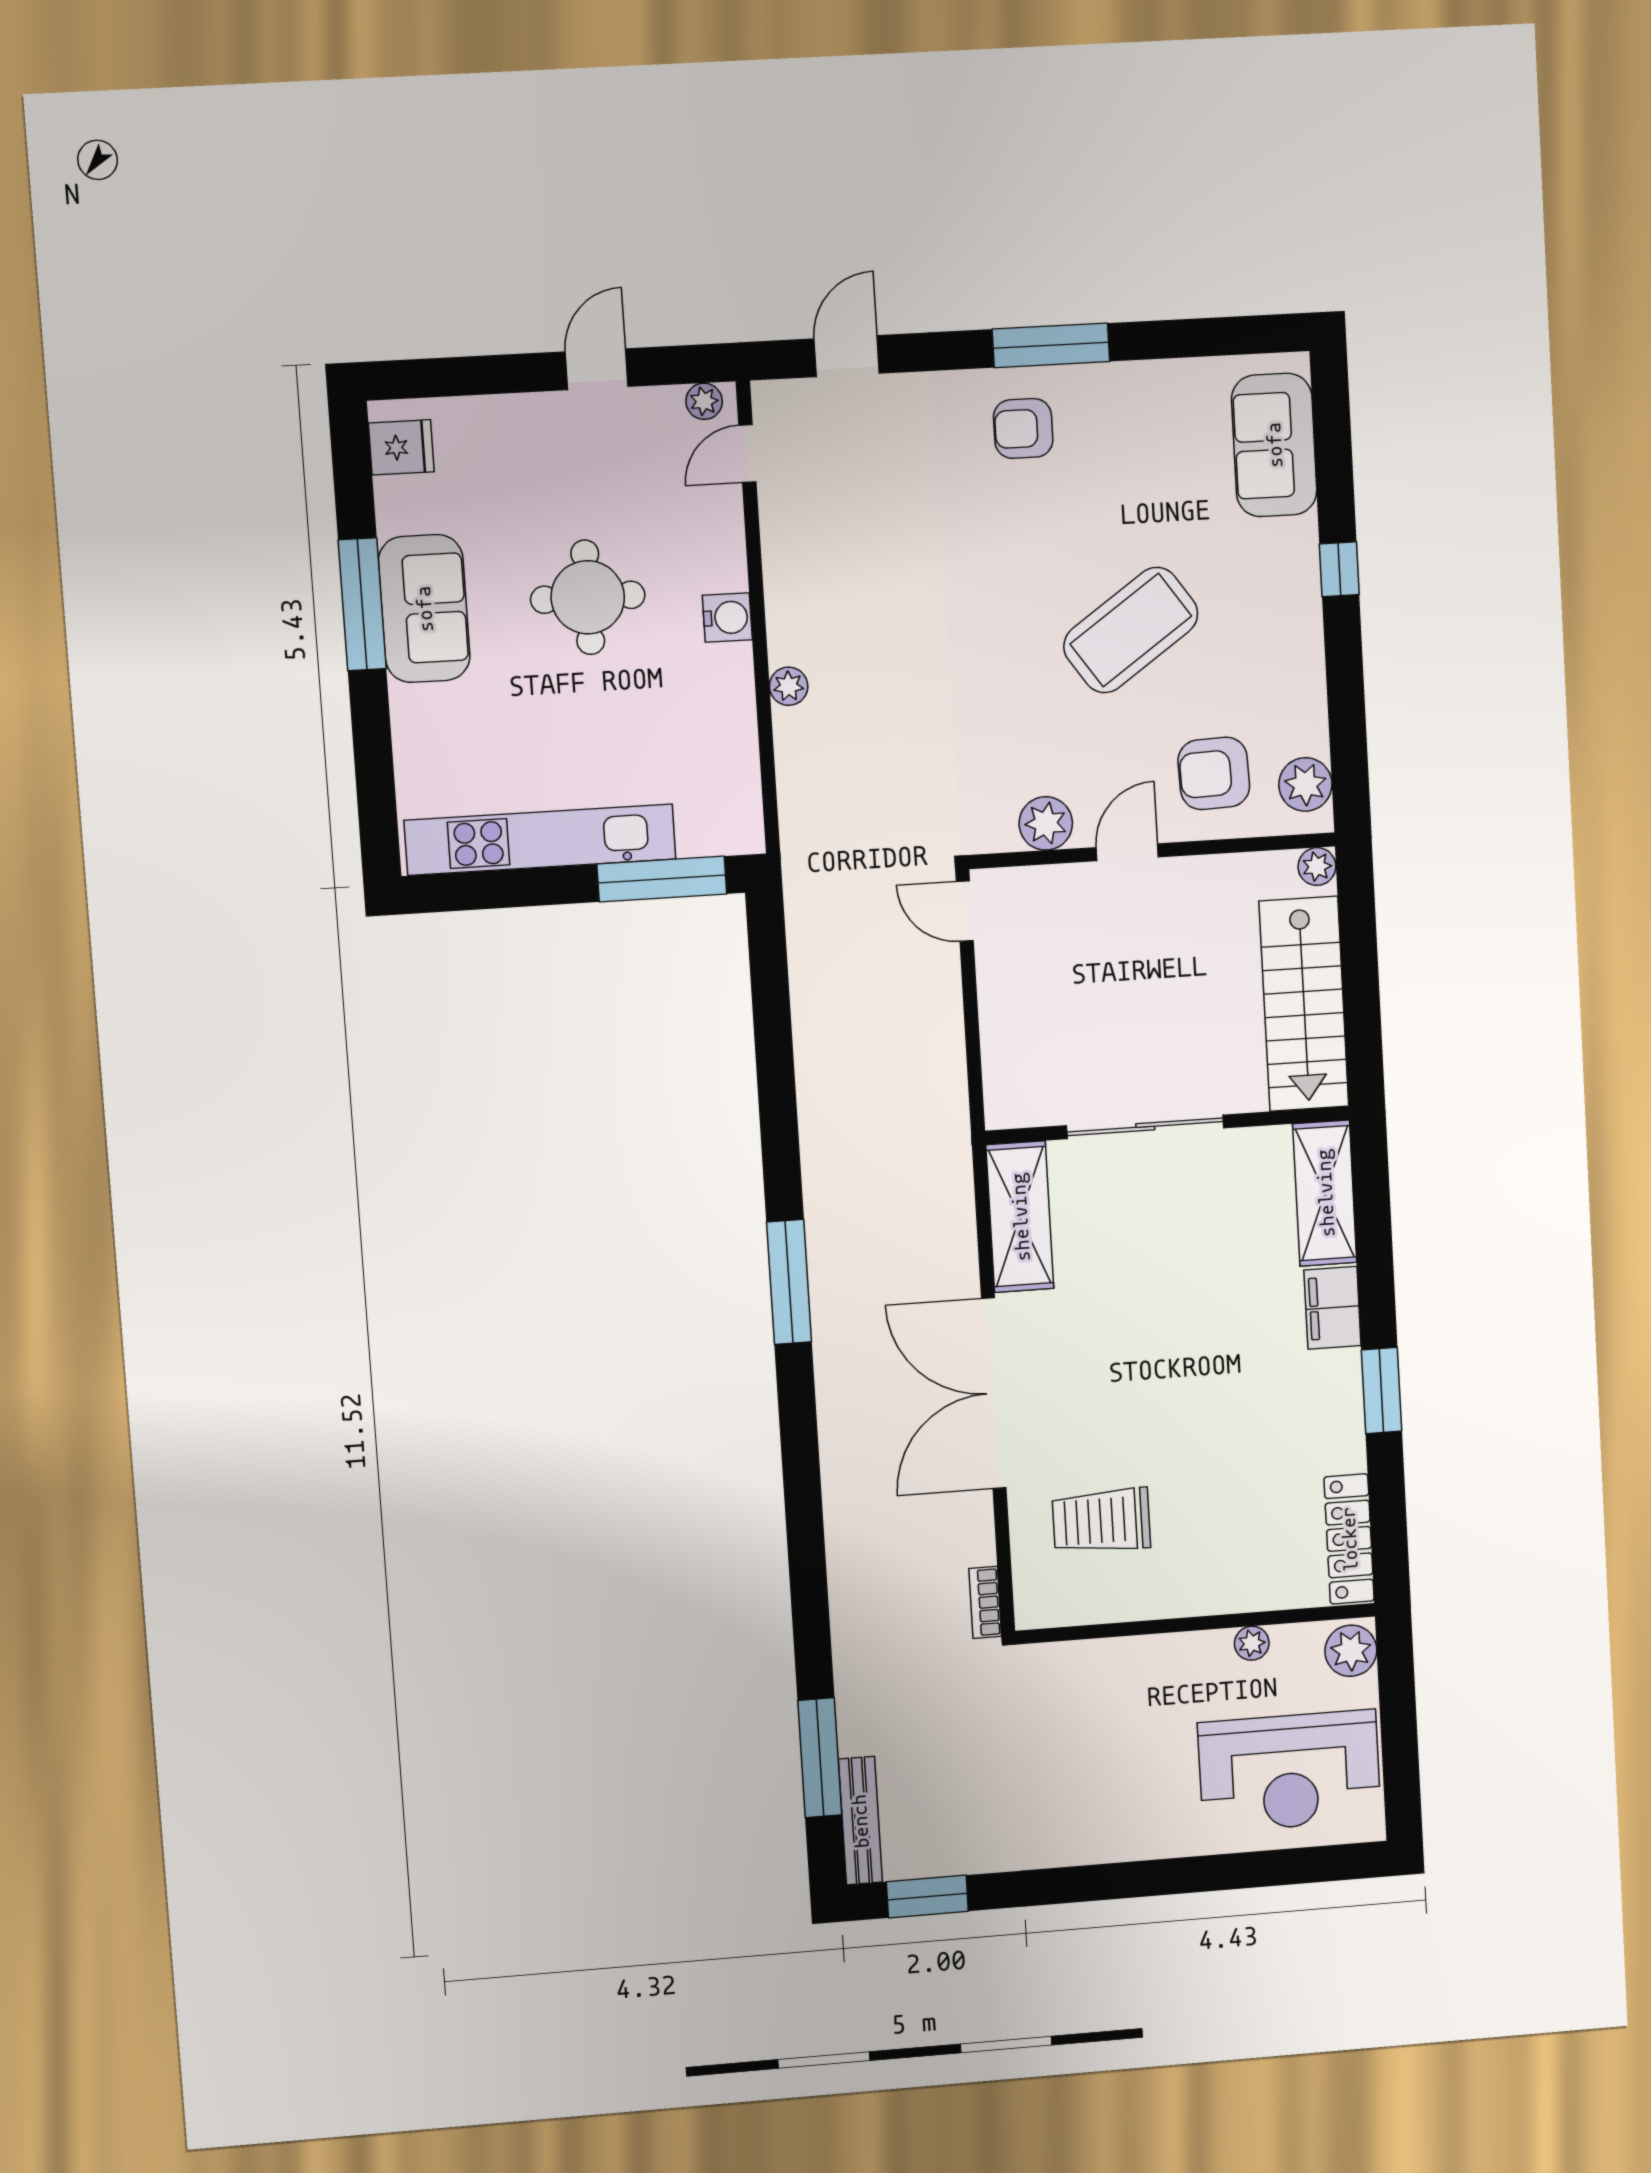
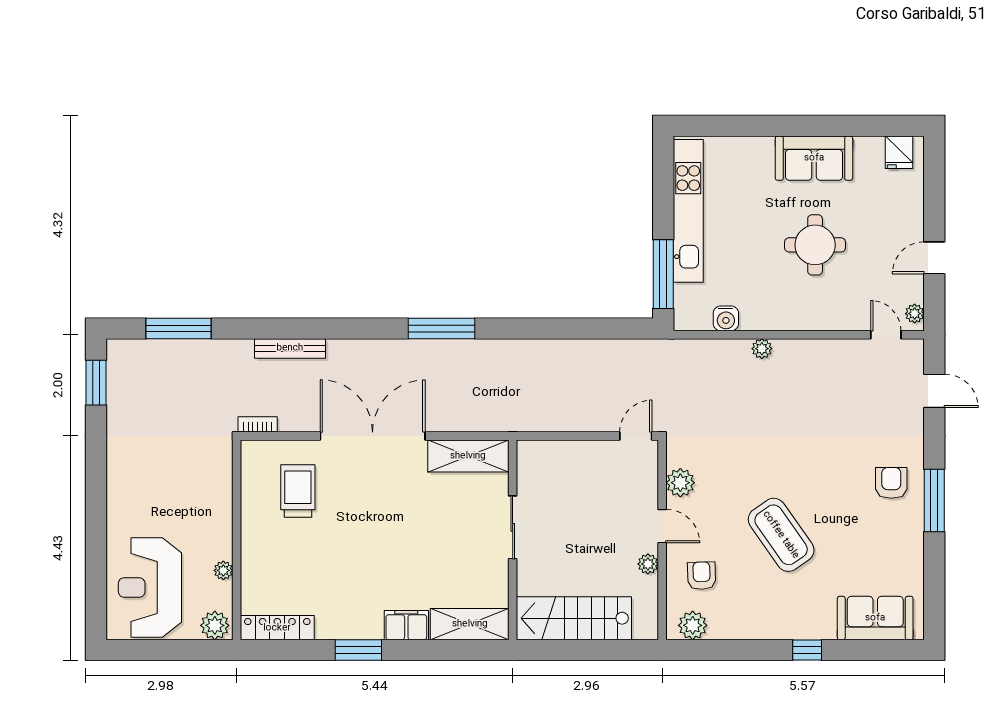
door: (597, 369) -> (934, 258), swing flipped
window: (362, 604) -> (818, 126), removed
water cooler: (727, 618) -> (726, 318), moved
armchair: (1214, 773) -> (702, 576), width x0.72, depth x0.72
plant: (1317, 866) -> (648, 564), moved
sliding door: (1145, 1127) -> (513, 527), width x0.73
bench: (860, 1821) -> (290, 348), moved

